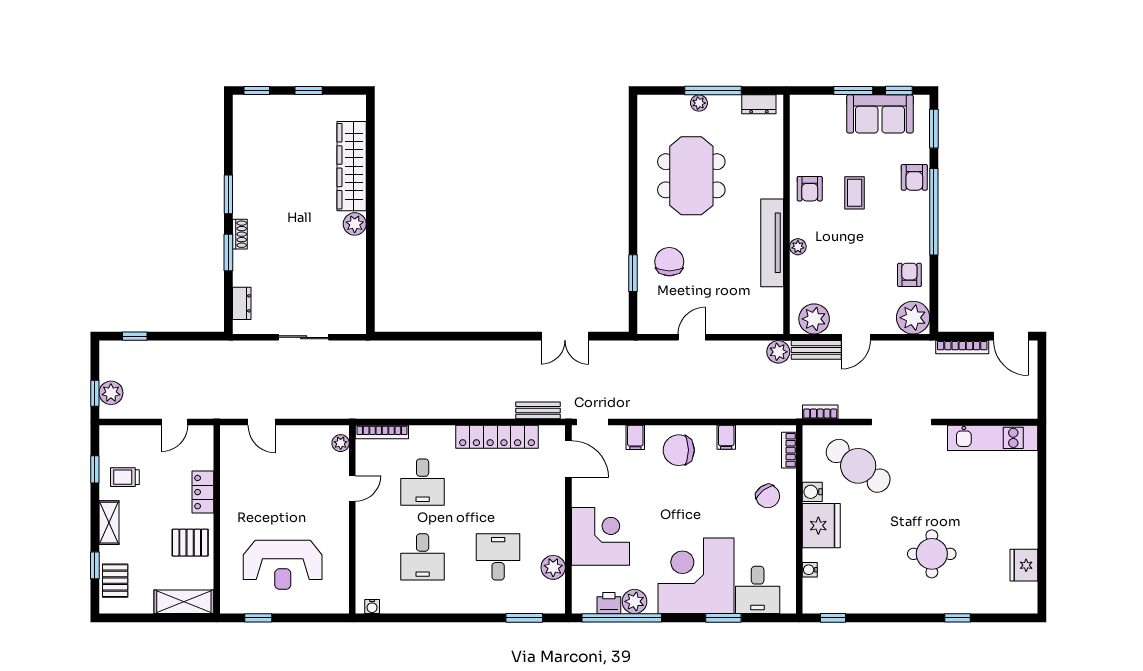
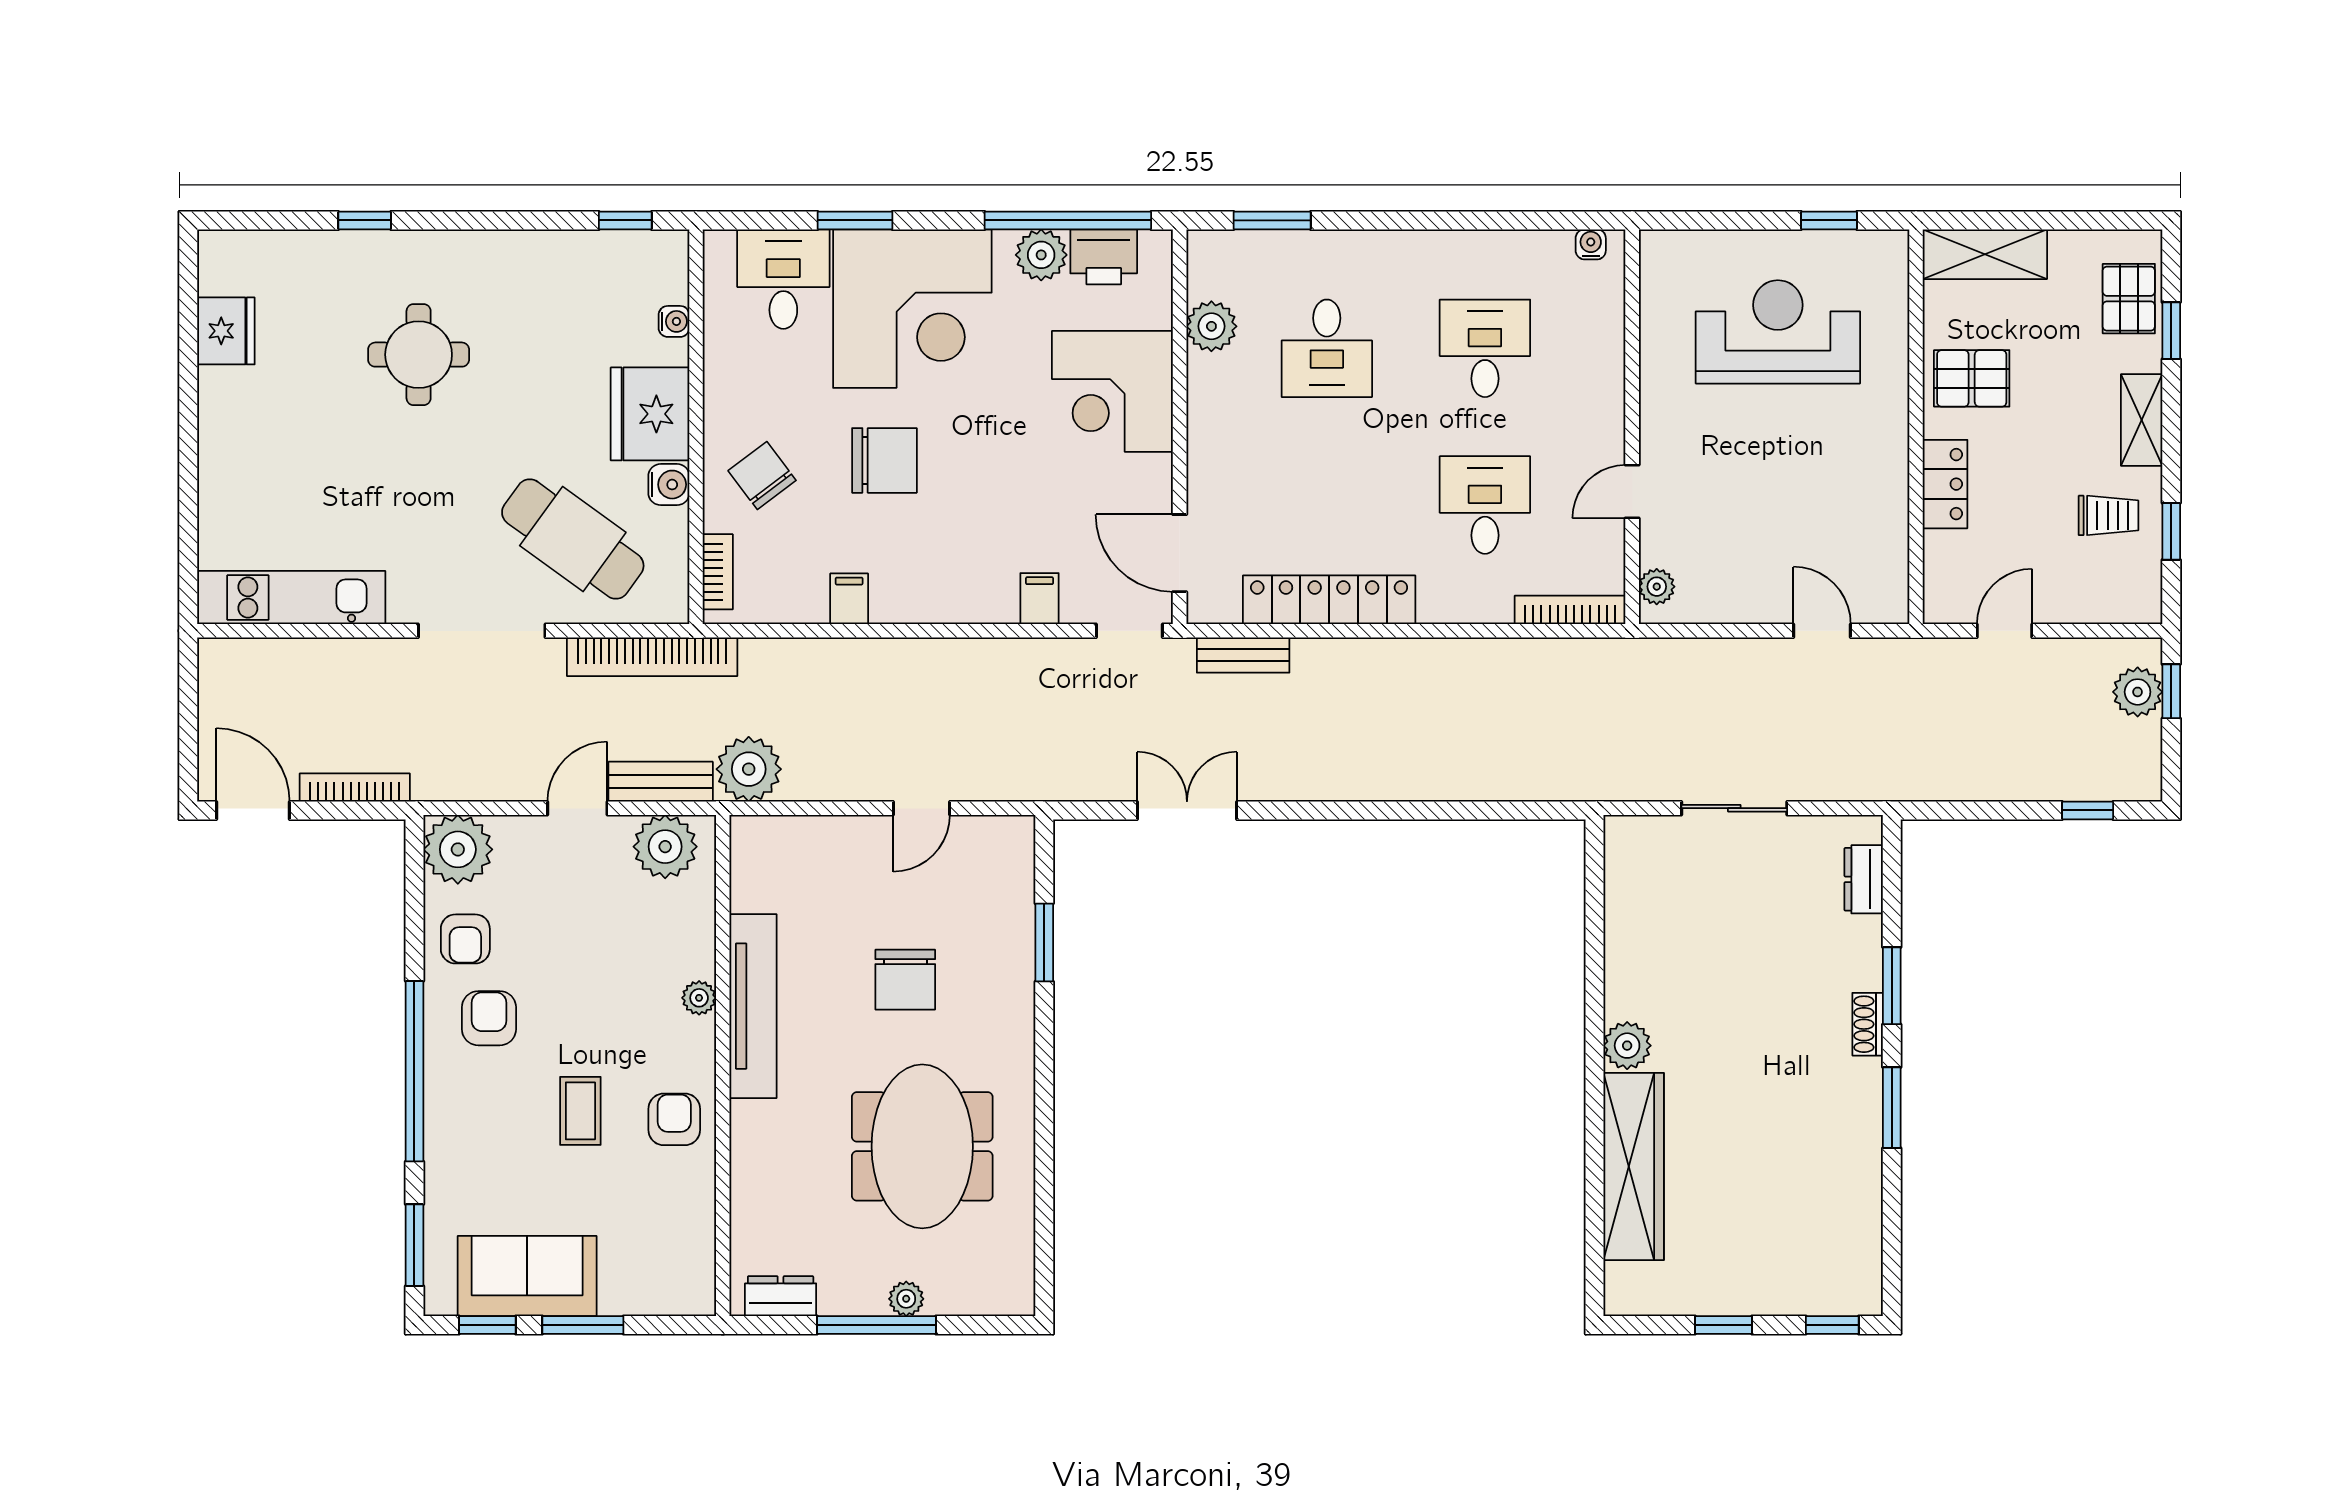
armchair: (914, 177) -> (489, 1018), moved
chair: (669, 262) -> (905, 980), moved
plant: (778, 352) -> (749, 769), width x1.36, depth x1.36
bookcase: (820, 412) -> (652, 657), width x2.31, depth x1.31
chair: (679, 450) -> (884, 460), moved
printer: (609, 603) -> (1104, 257), width x1.36, depth x1.24

